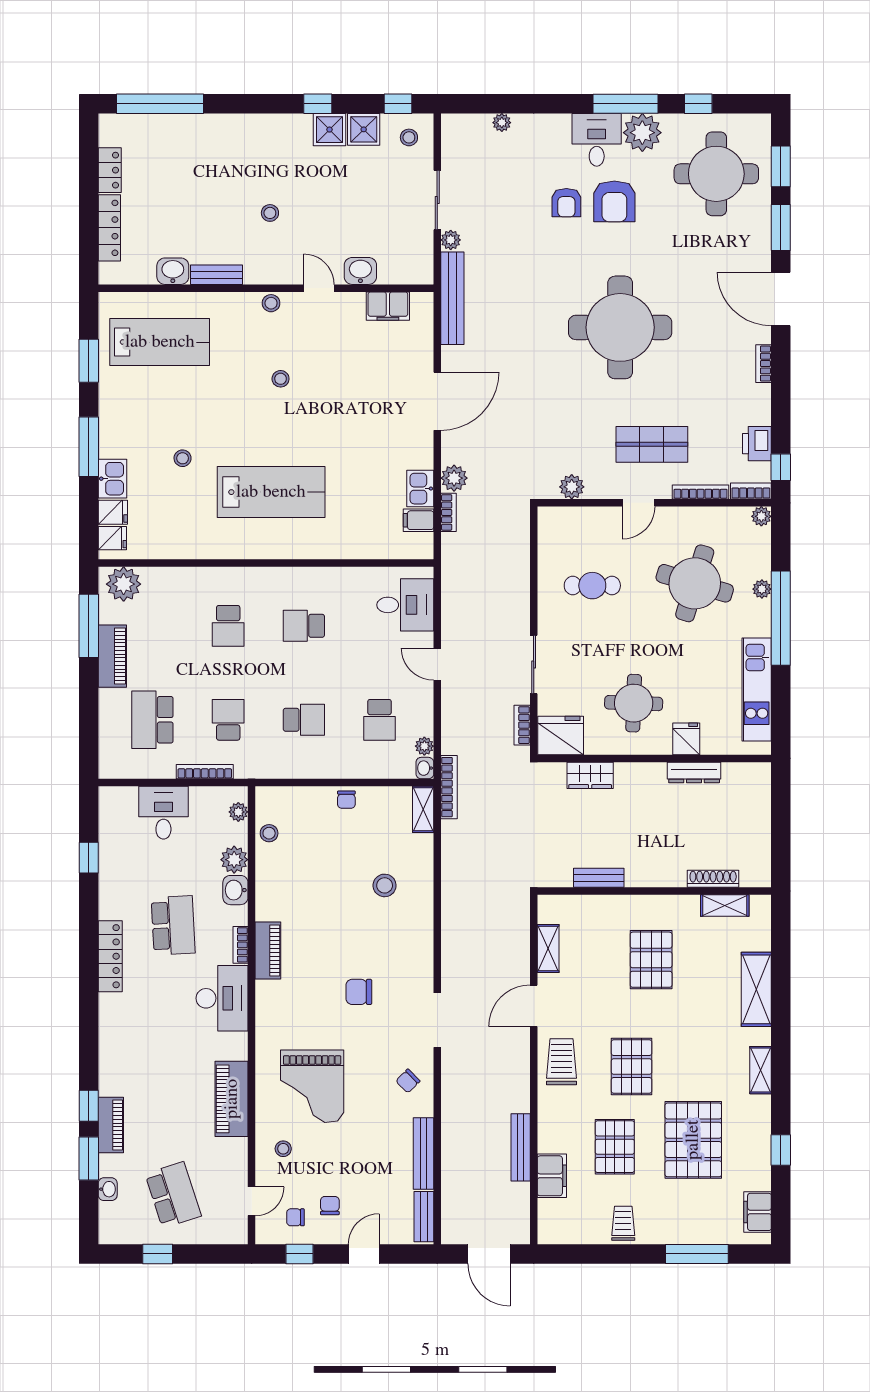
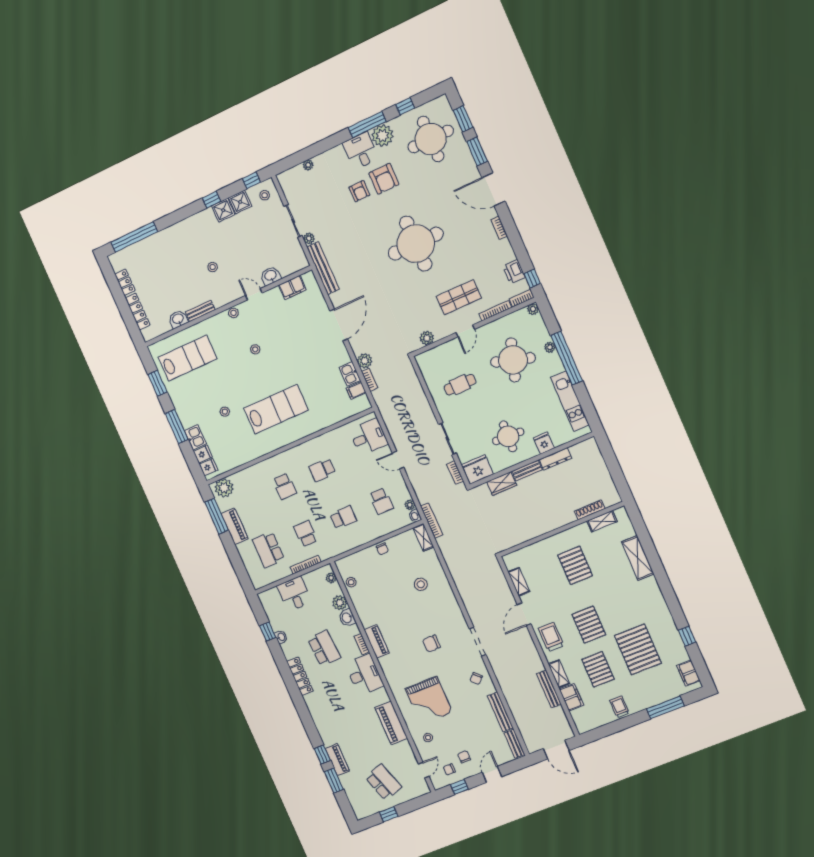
bench: (599, 878) -> (527, 470), moved
shelving: (760, 1070) -> (559, 674), moved
washbasin: (108, 1189) -> (281, 637), moved

